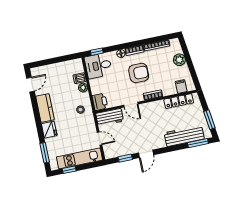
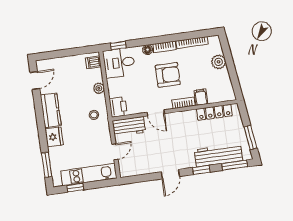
dishwasher: (80, 78) -> (93, 62), moved
filing cabinet: (181, 86) -> (201, 97), moved
door: (100, 138) -> (115, 152), hinge flipped
window: (125, 158) -> (201, 170), moved

